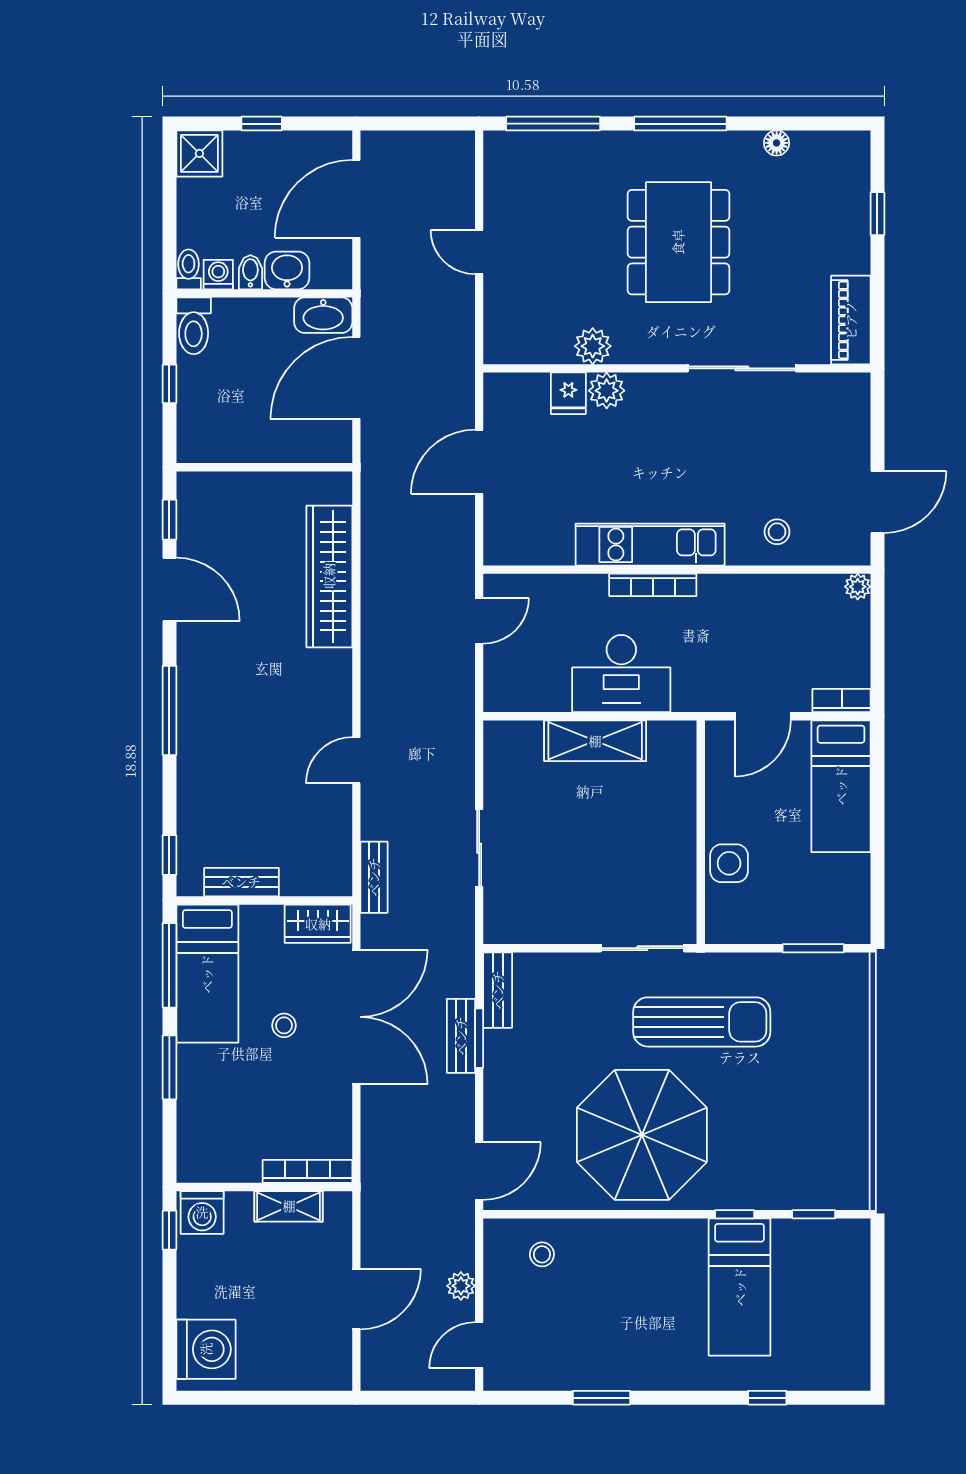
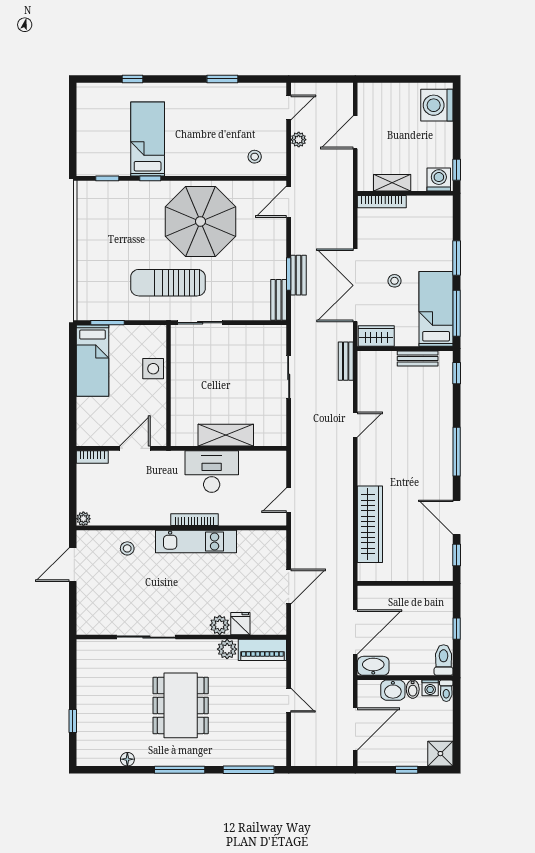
piano: (851, 320) -> (262, 650), moved, turned 90
bed: (841, 786) -> (93, 361), moved, turned 180

